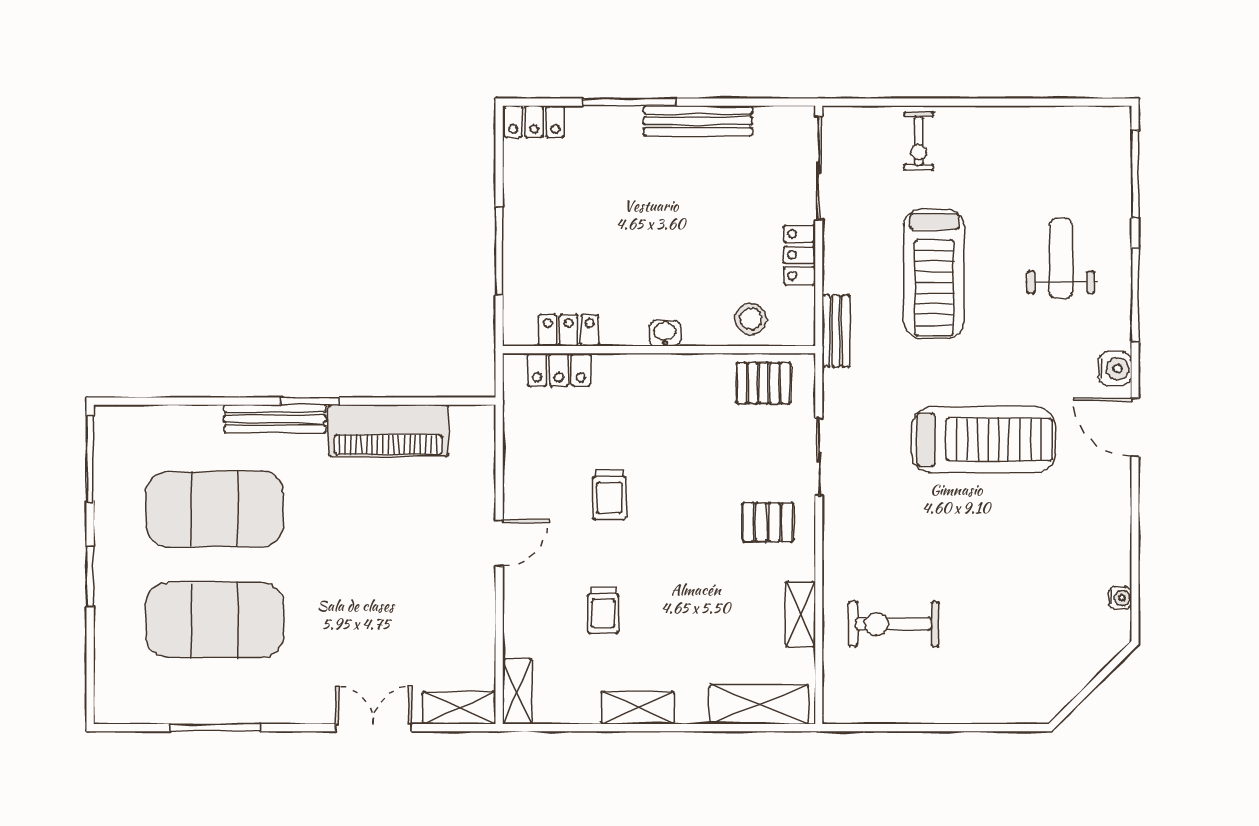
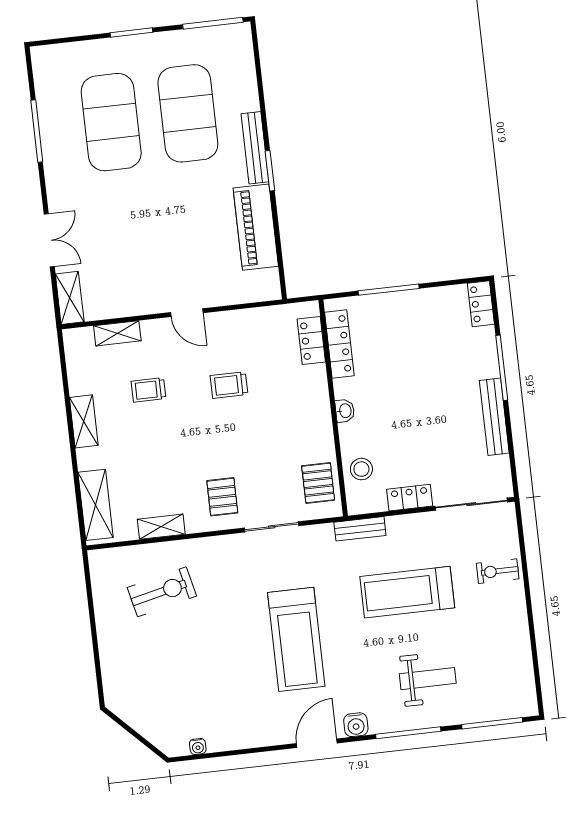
locker: (569, 330) -> (339, 344), width x1.53
exercise bike: (894, 624) -> (162, 592), turned 77
shelving: (517, 692) -> (117, 333), moved

